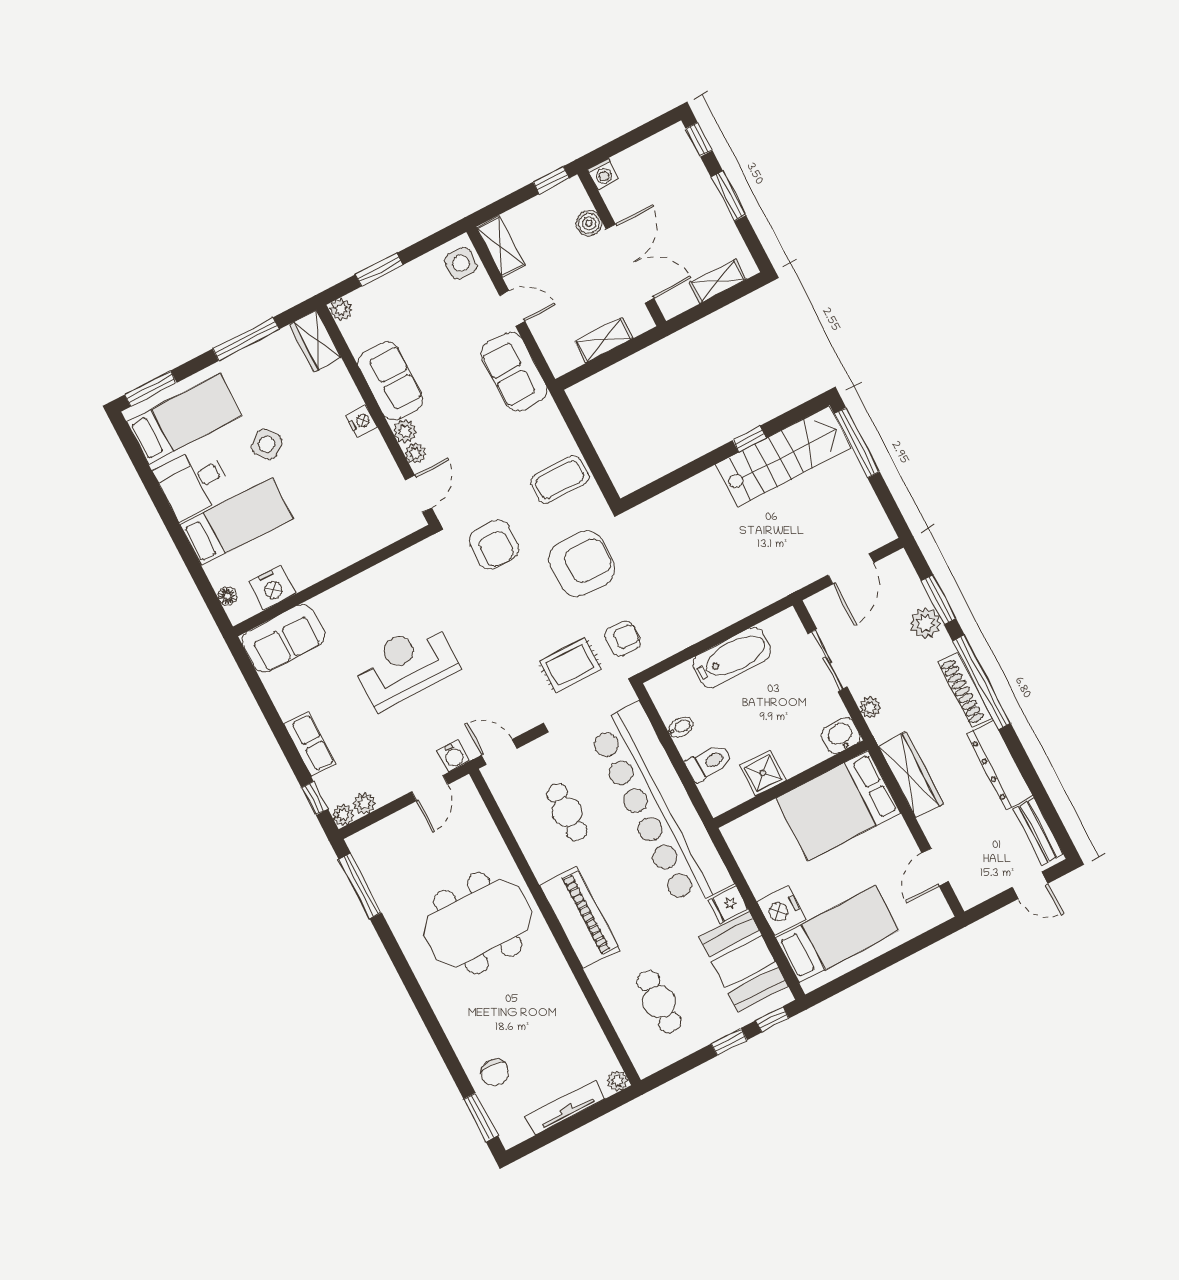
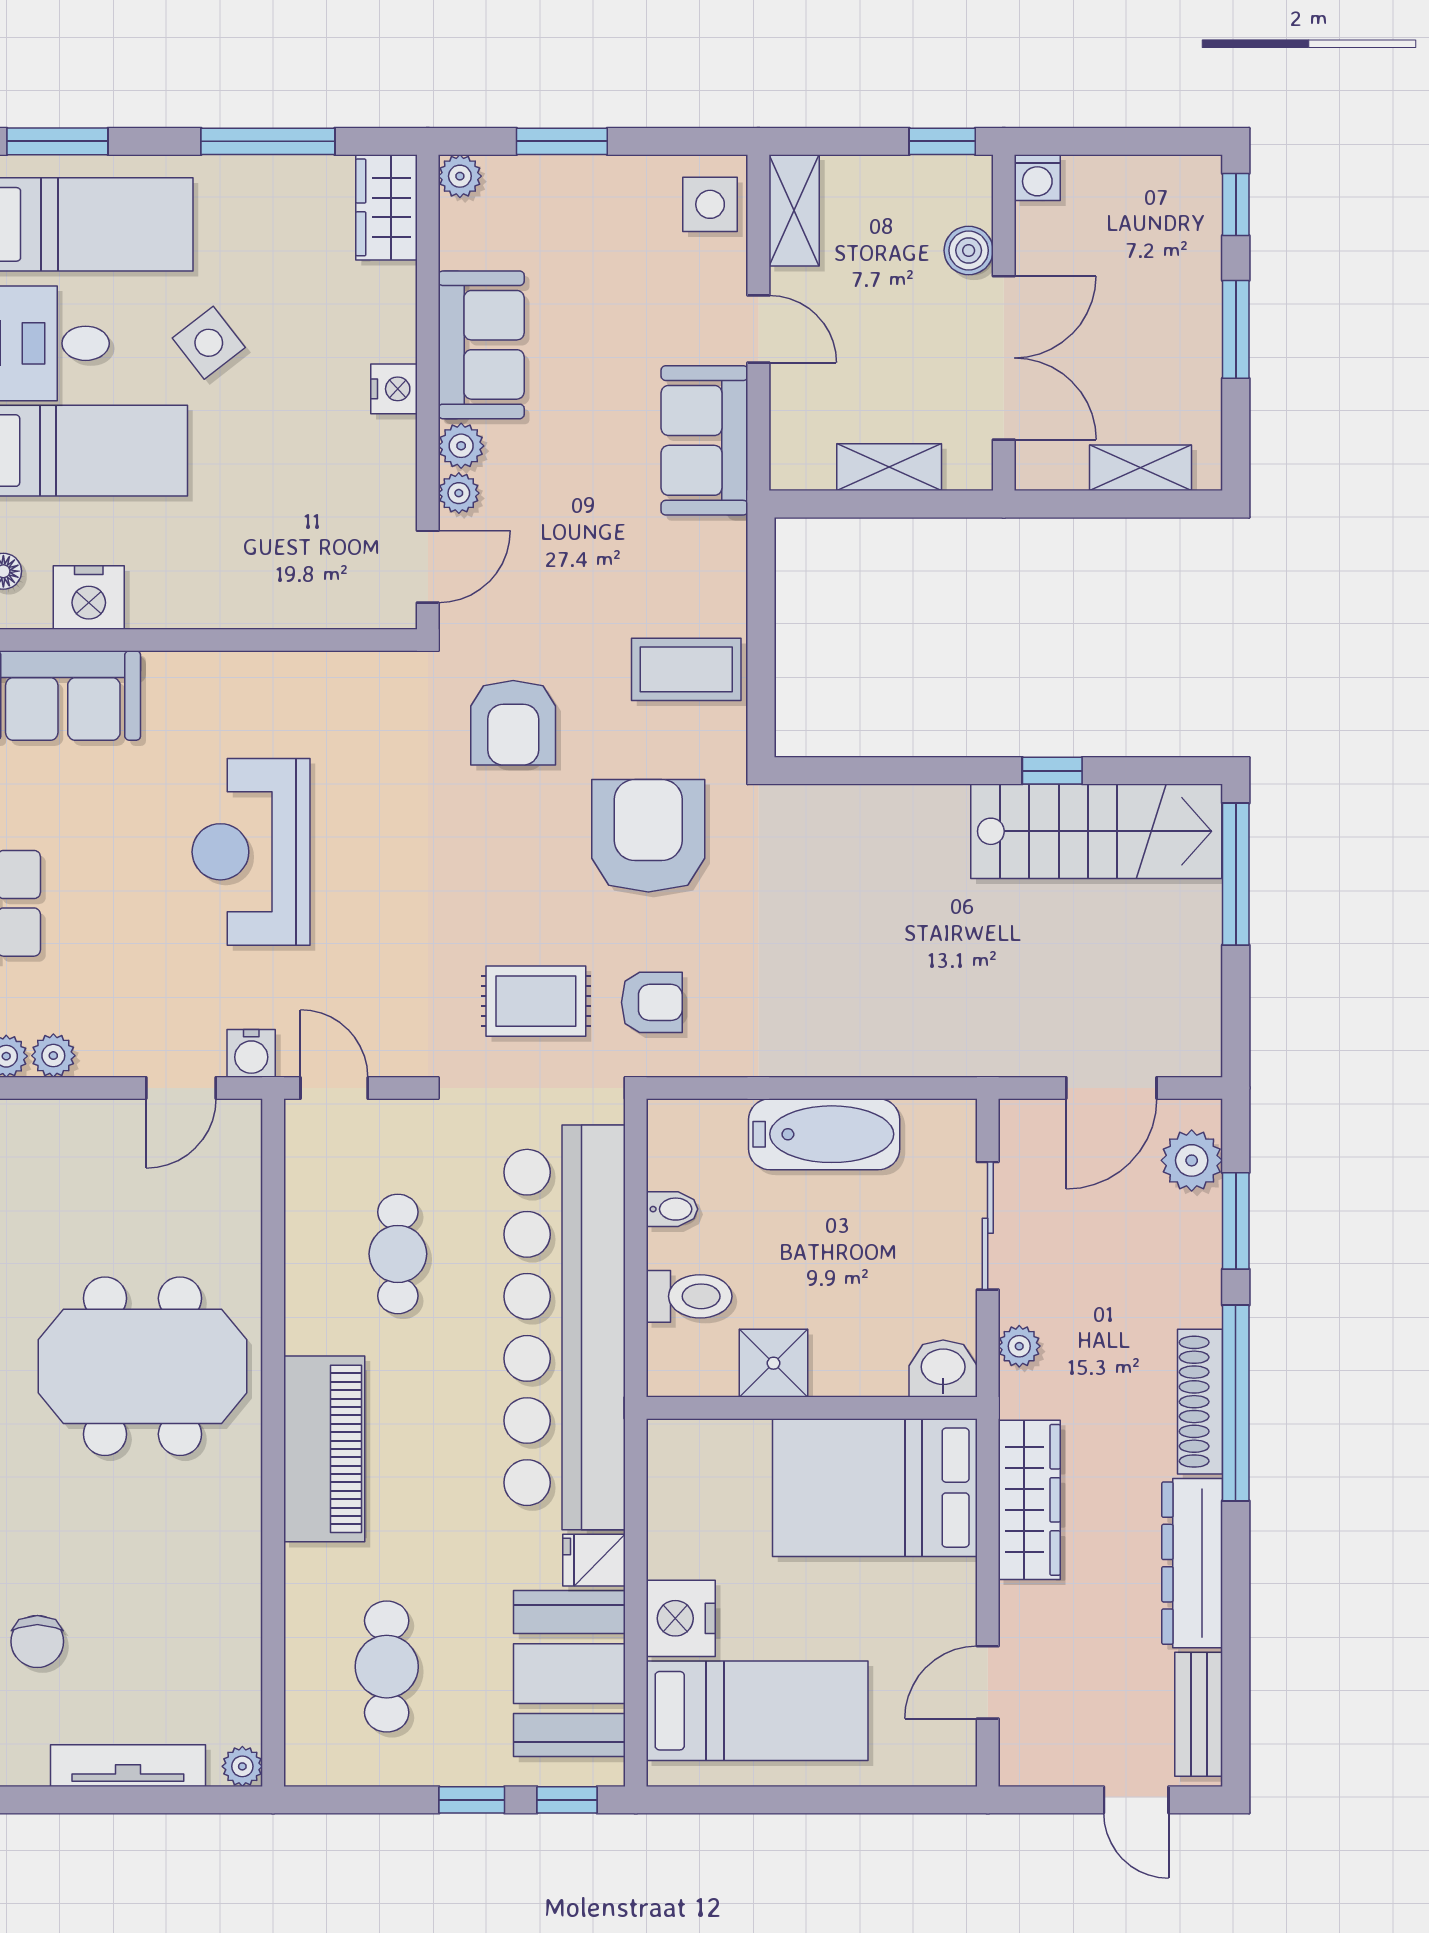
armchair: (582, 564) -> (648, 836), turned -90
plant: (925, 623) -> (1192, 1160), moved
reception desk: (406, 665) -> (251, 852), turned -90

